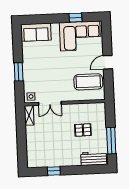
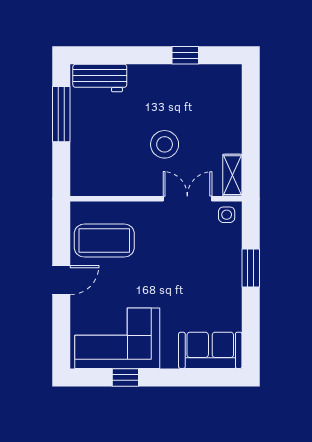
stool: (62, 128) -> (165, 144), added
pallet: (83, 130) -> (120, 139), removed

